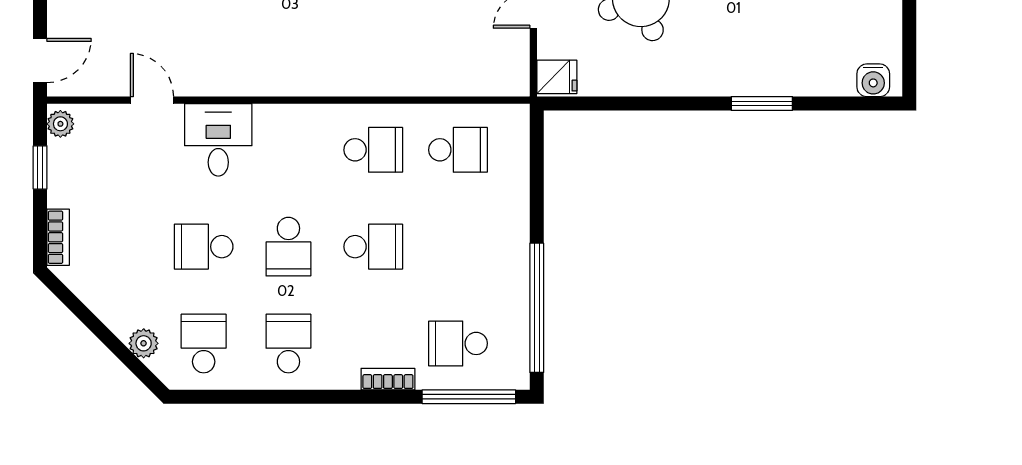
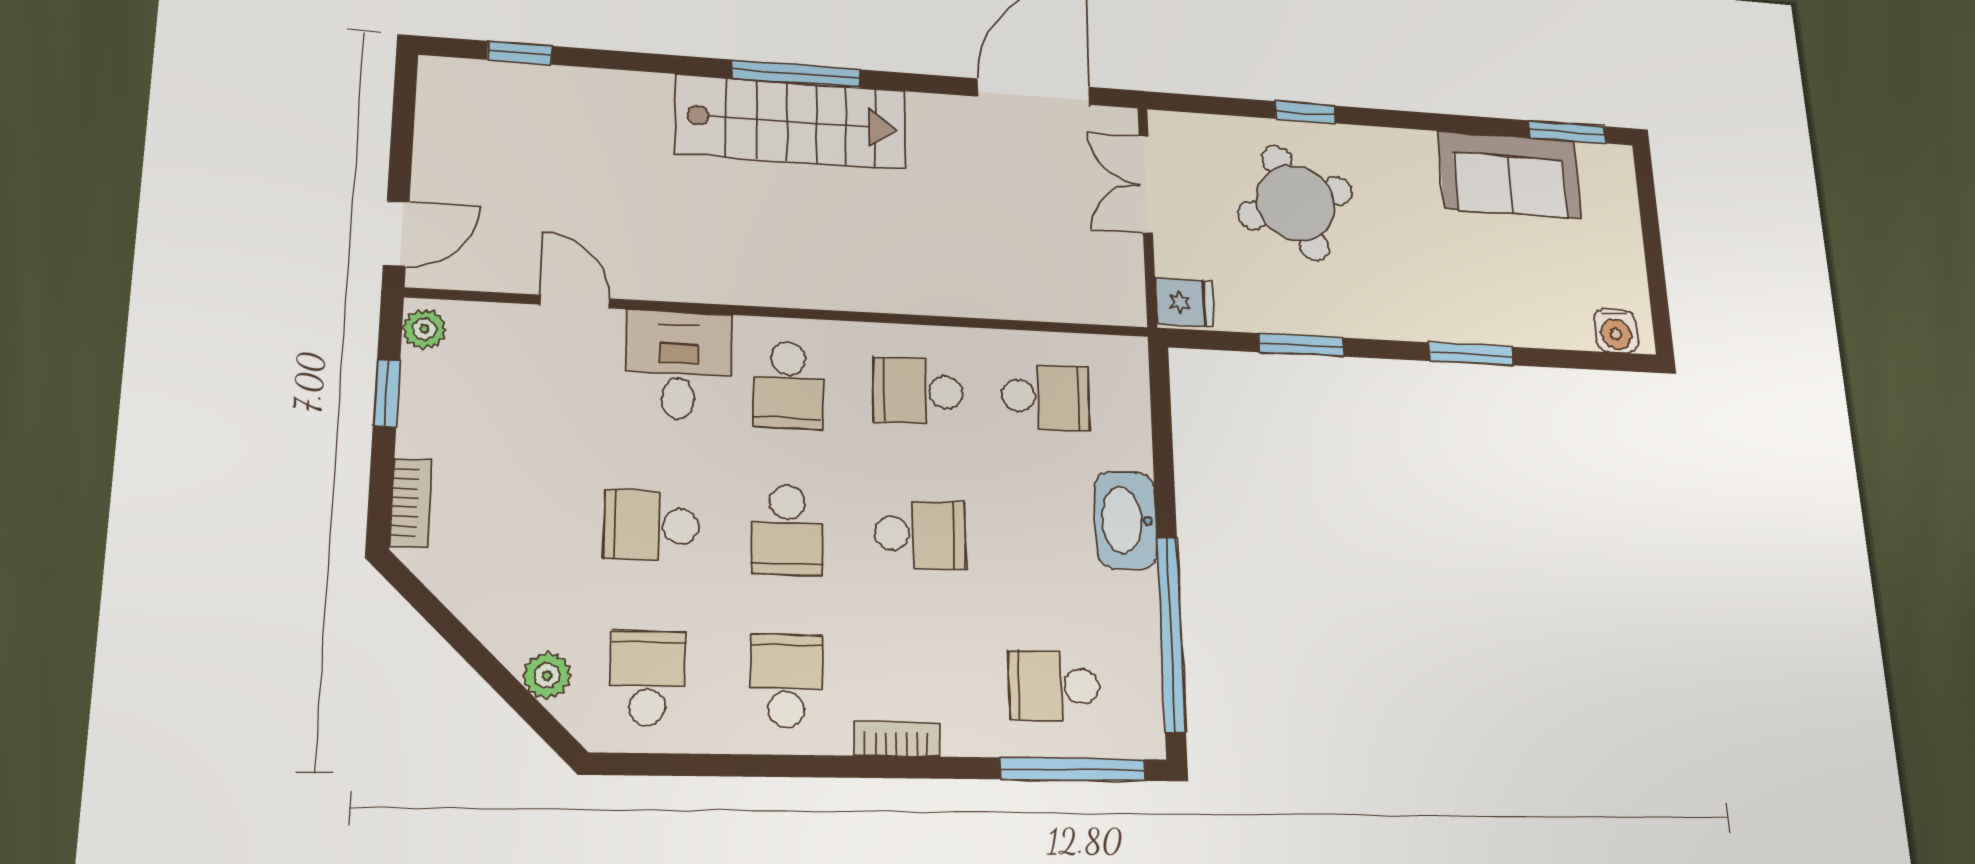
window: (639, 104) -> (1302, 345), added
school desk: (288, 150) -> (788, 385), added
school desk: (373, 150) -> (918, 391), turned 180
washbasin: (510, 232) -> (1126, 520), added
bookcase: (388, 379) -> (896, 739), moved

